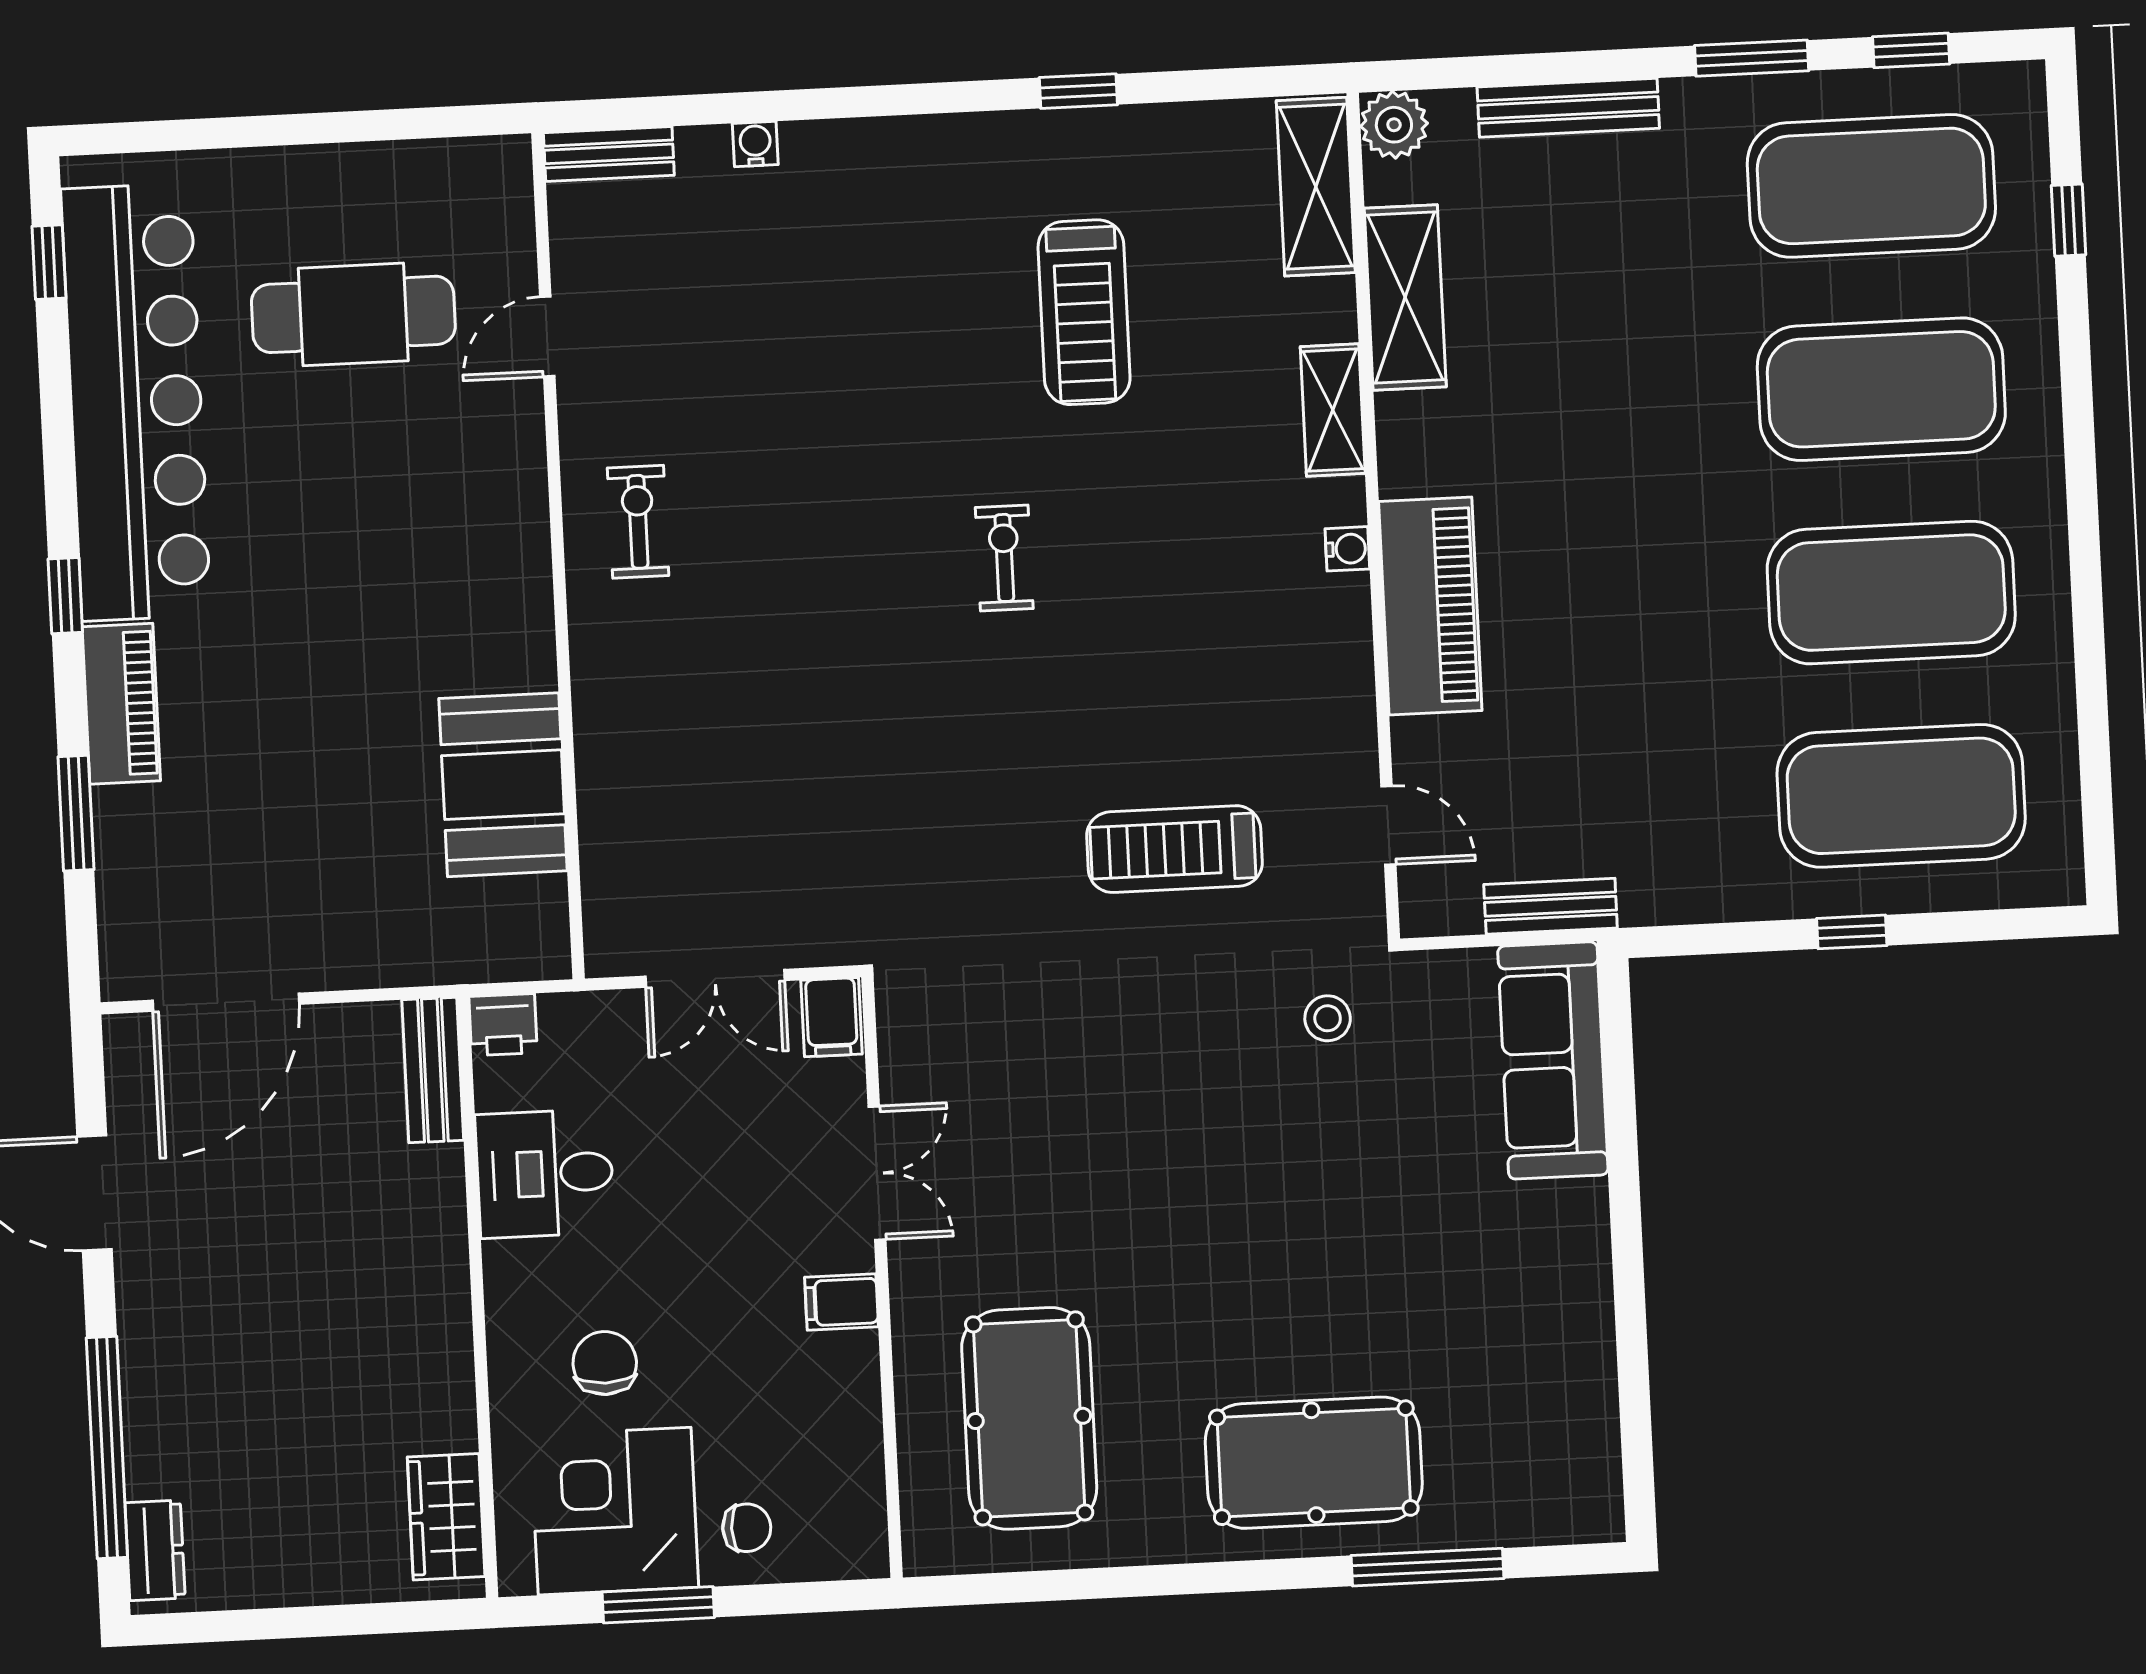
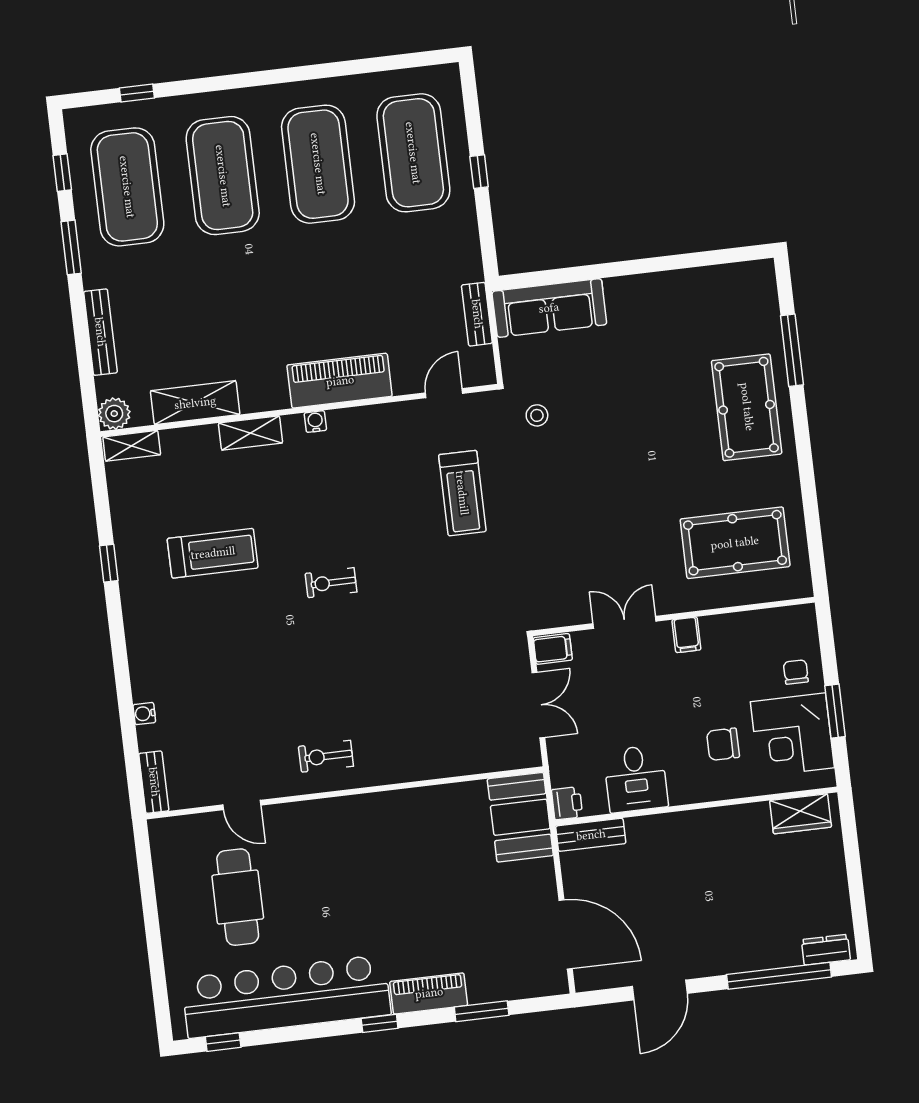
shelving: (1316, 187) -> (132, 446), width x0.67, depth x0.75
booth: (503, 785) -> (520, 817), moved, turned 90

